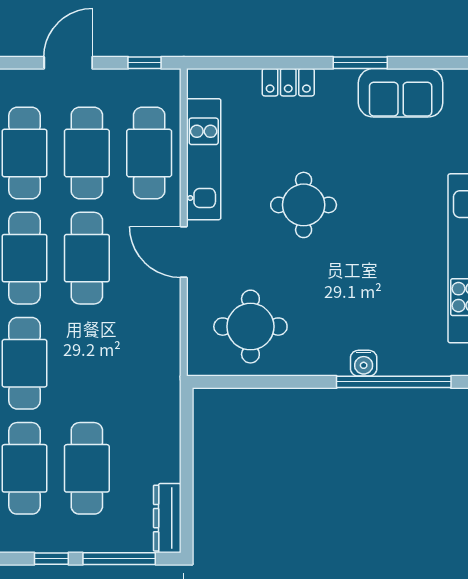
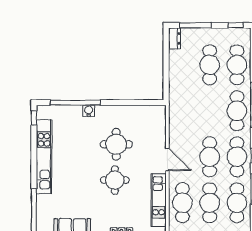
round table: (250, 327) -> (116, 144), moved
dresser: (167, 518) -> (174, 38), width x0.70
window: (51, 559) -> (236, 25), moved

